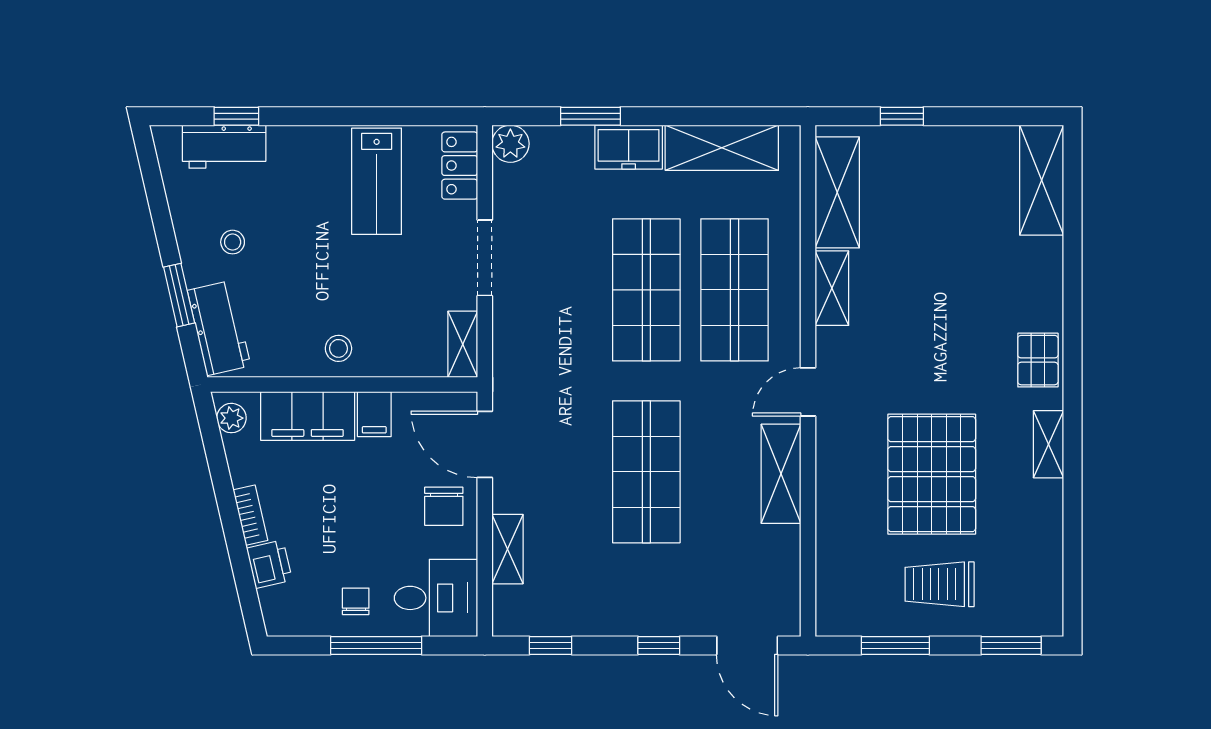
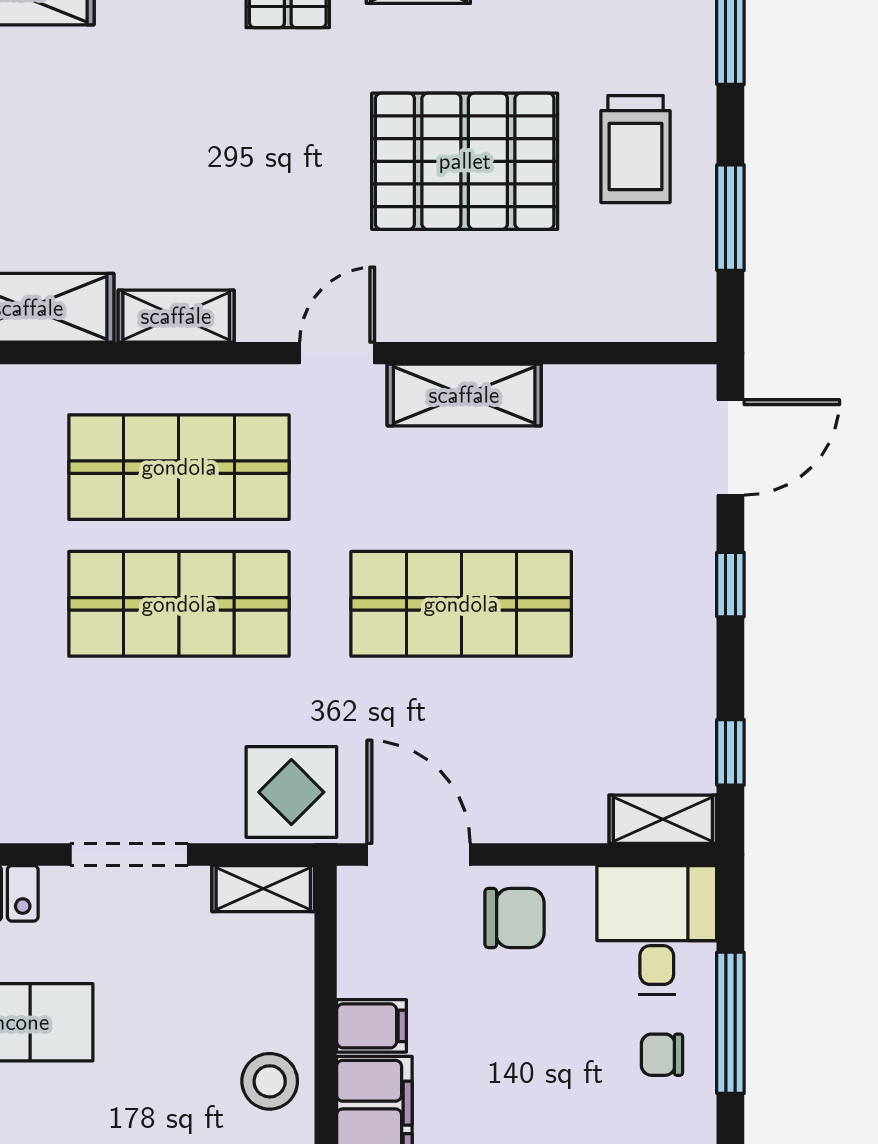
stool: (338, 348) -> (270, 1081), width x1.37, depth x1.37
display table: (525, 362) -> (291, 792), added
door: (808, 392) -> (337, 353), swing flipped
door: (485, 444) -> (419, 854), swing flipped
shelving: (507, 549) -> (663, 819), moved

